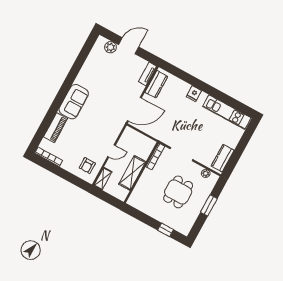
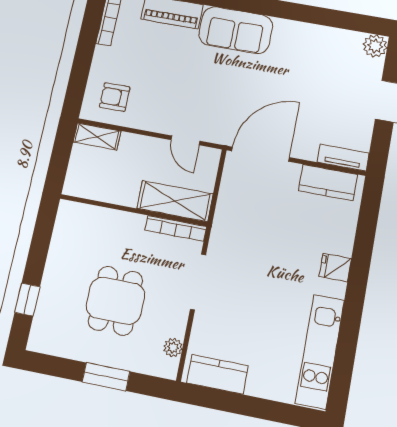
plant: (111, 47) -> (375, 46), moved
door: (134, 109) -> (261, 154), swing flipped
door: (111, 151) -> (186, 140), moved
shelving: (132, 173) -> (175, 201), moved
dining table: (178, 192) -> (115, 301), turned 90

